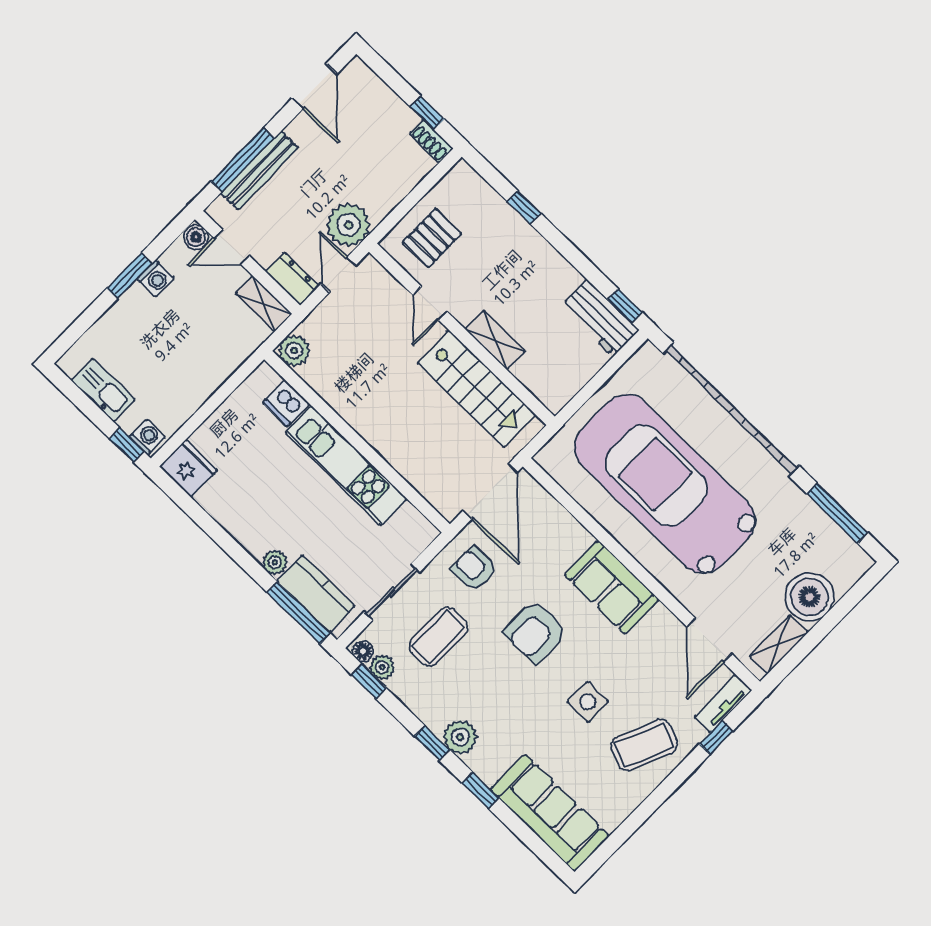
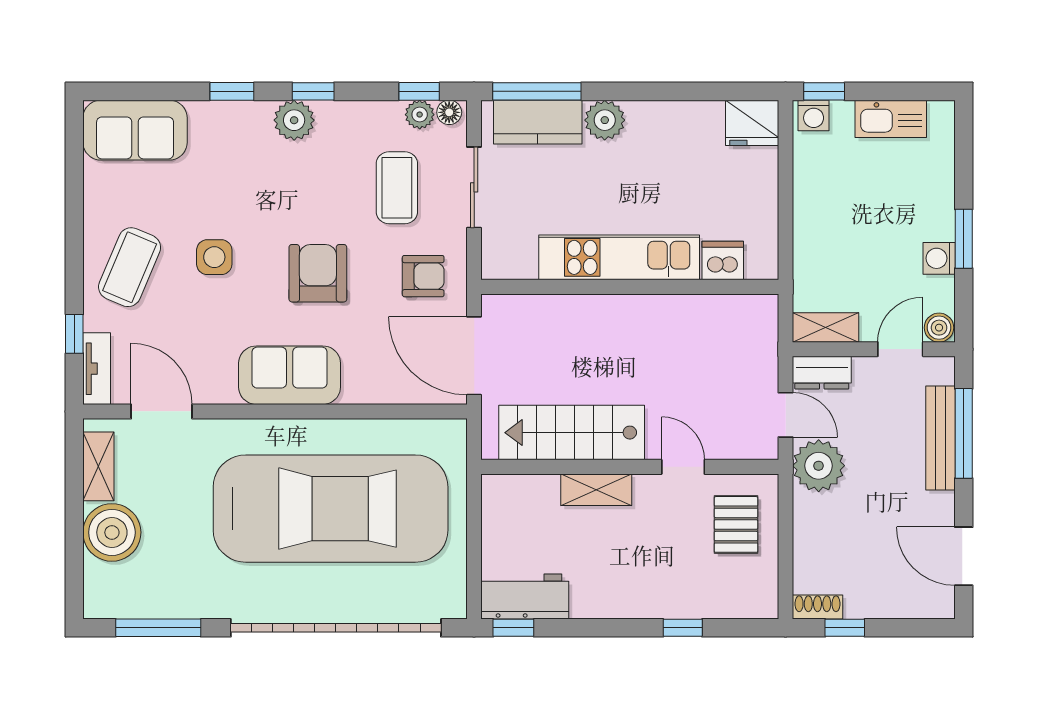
plant: (294, 351) -> (760, 313), removed
plant: (275, 562) -> (605, 120), width x1.38, depth x1.38
sofa: (550, 813) -> (135, 130), width x0.73

